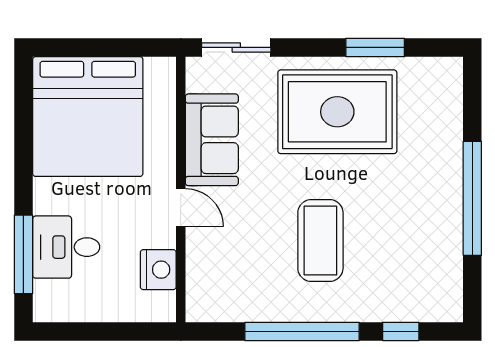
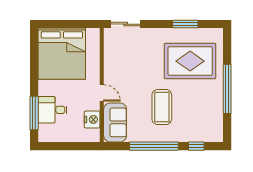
rug: (337, 112) -> (190, 61), moved
sofa: (212, 140) -> (115, 122), moved

